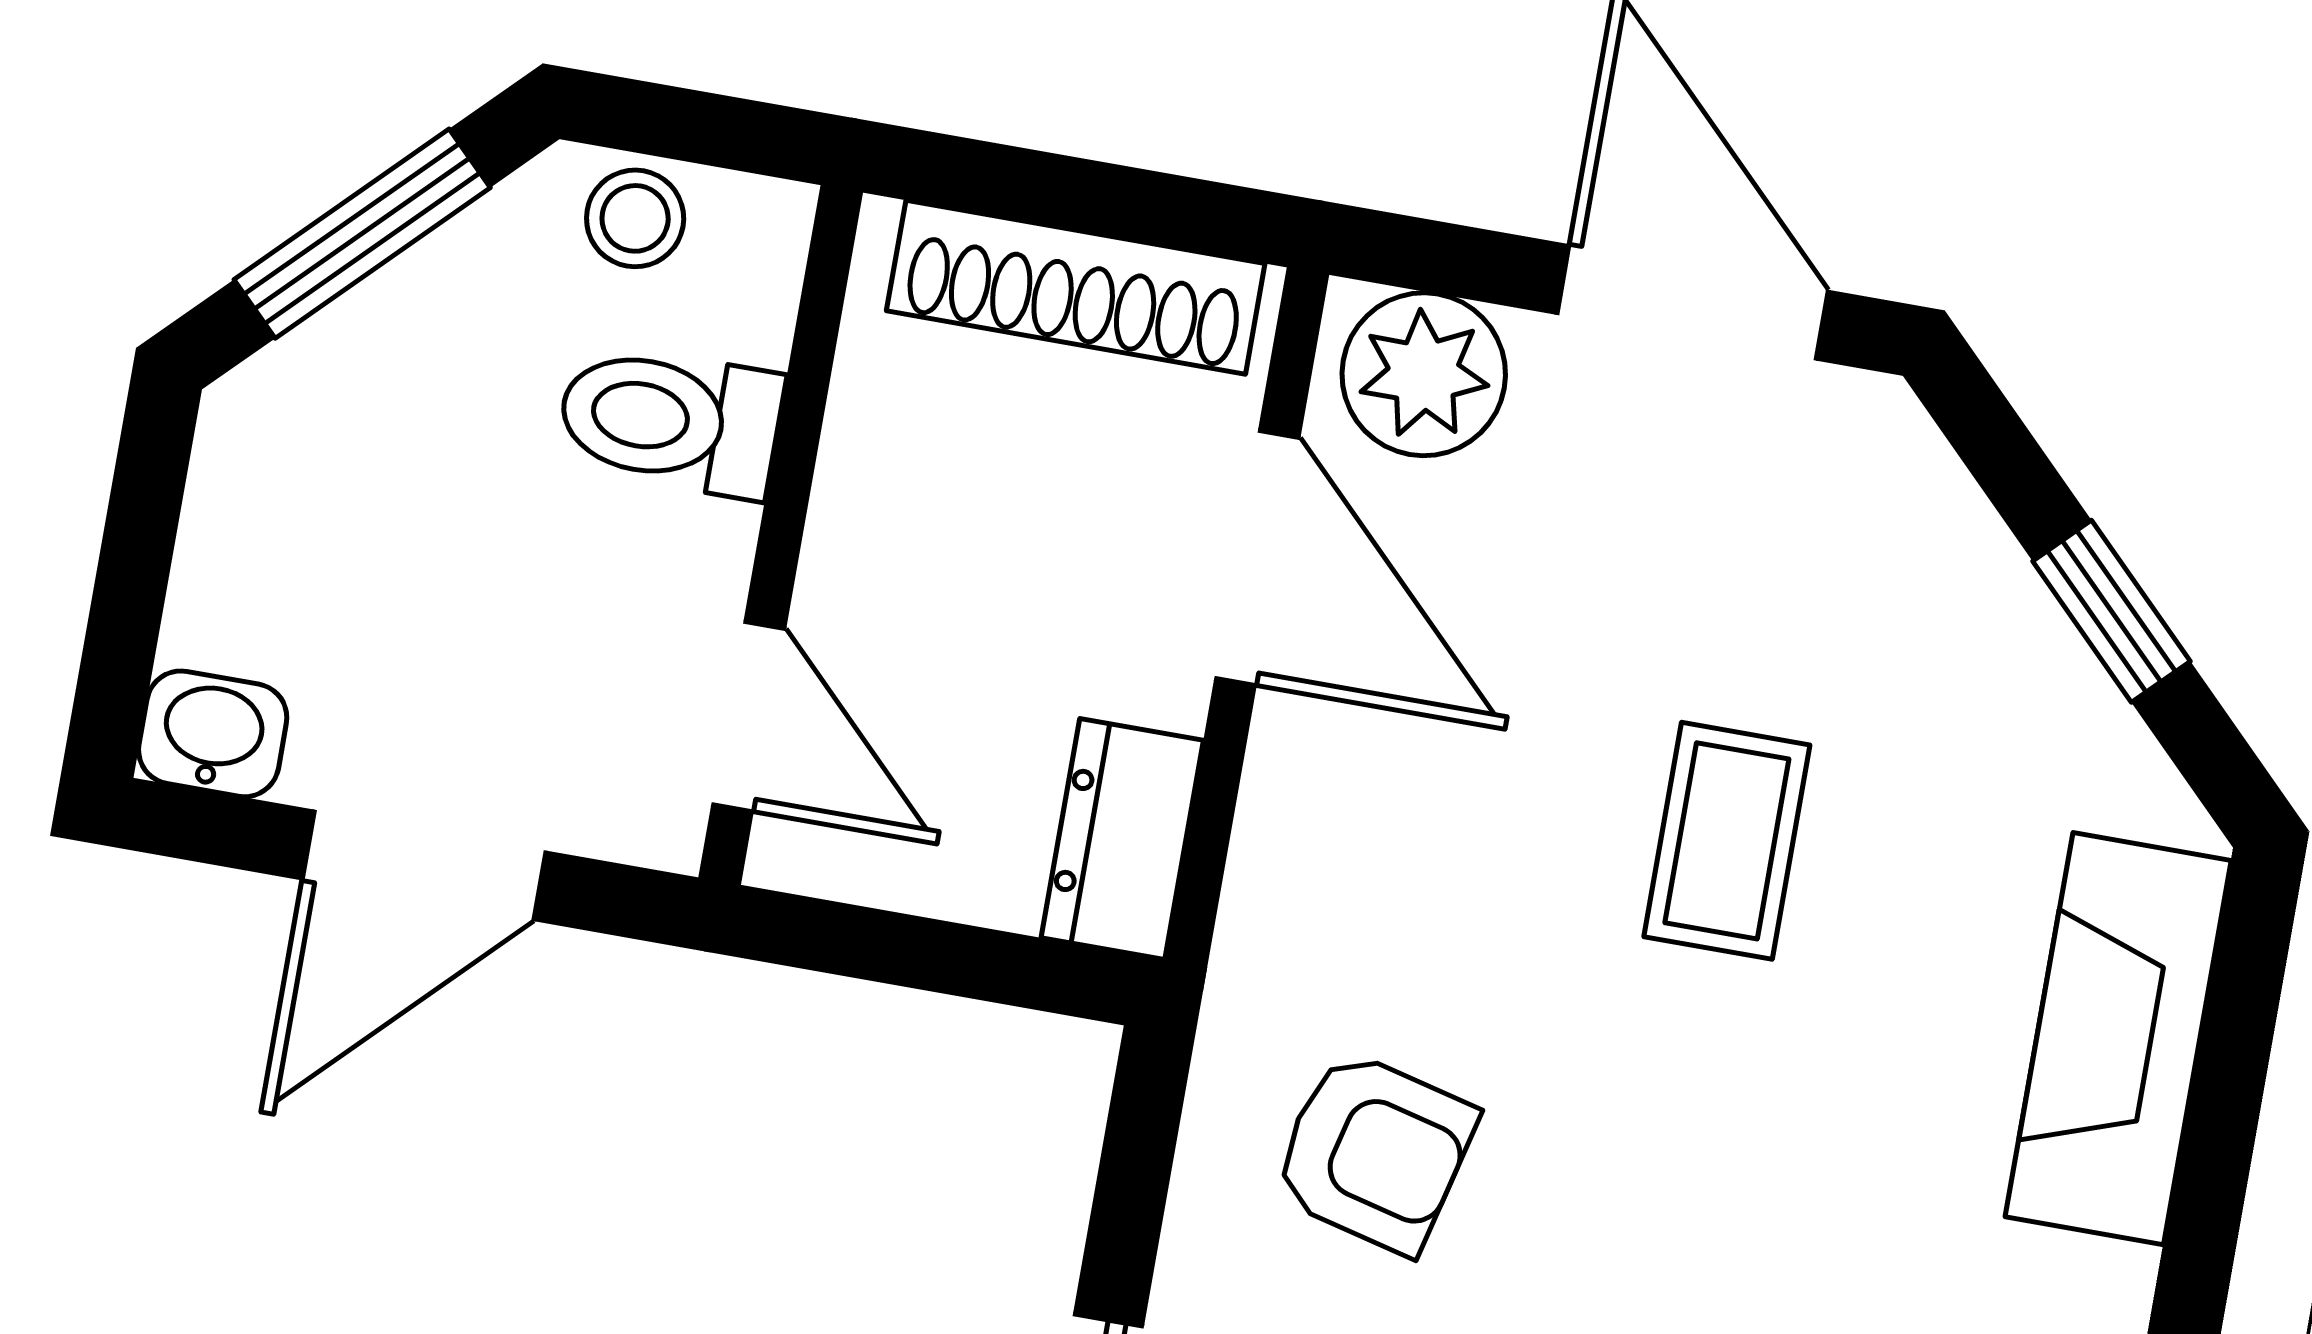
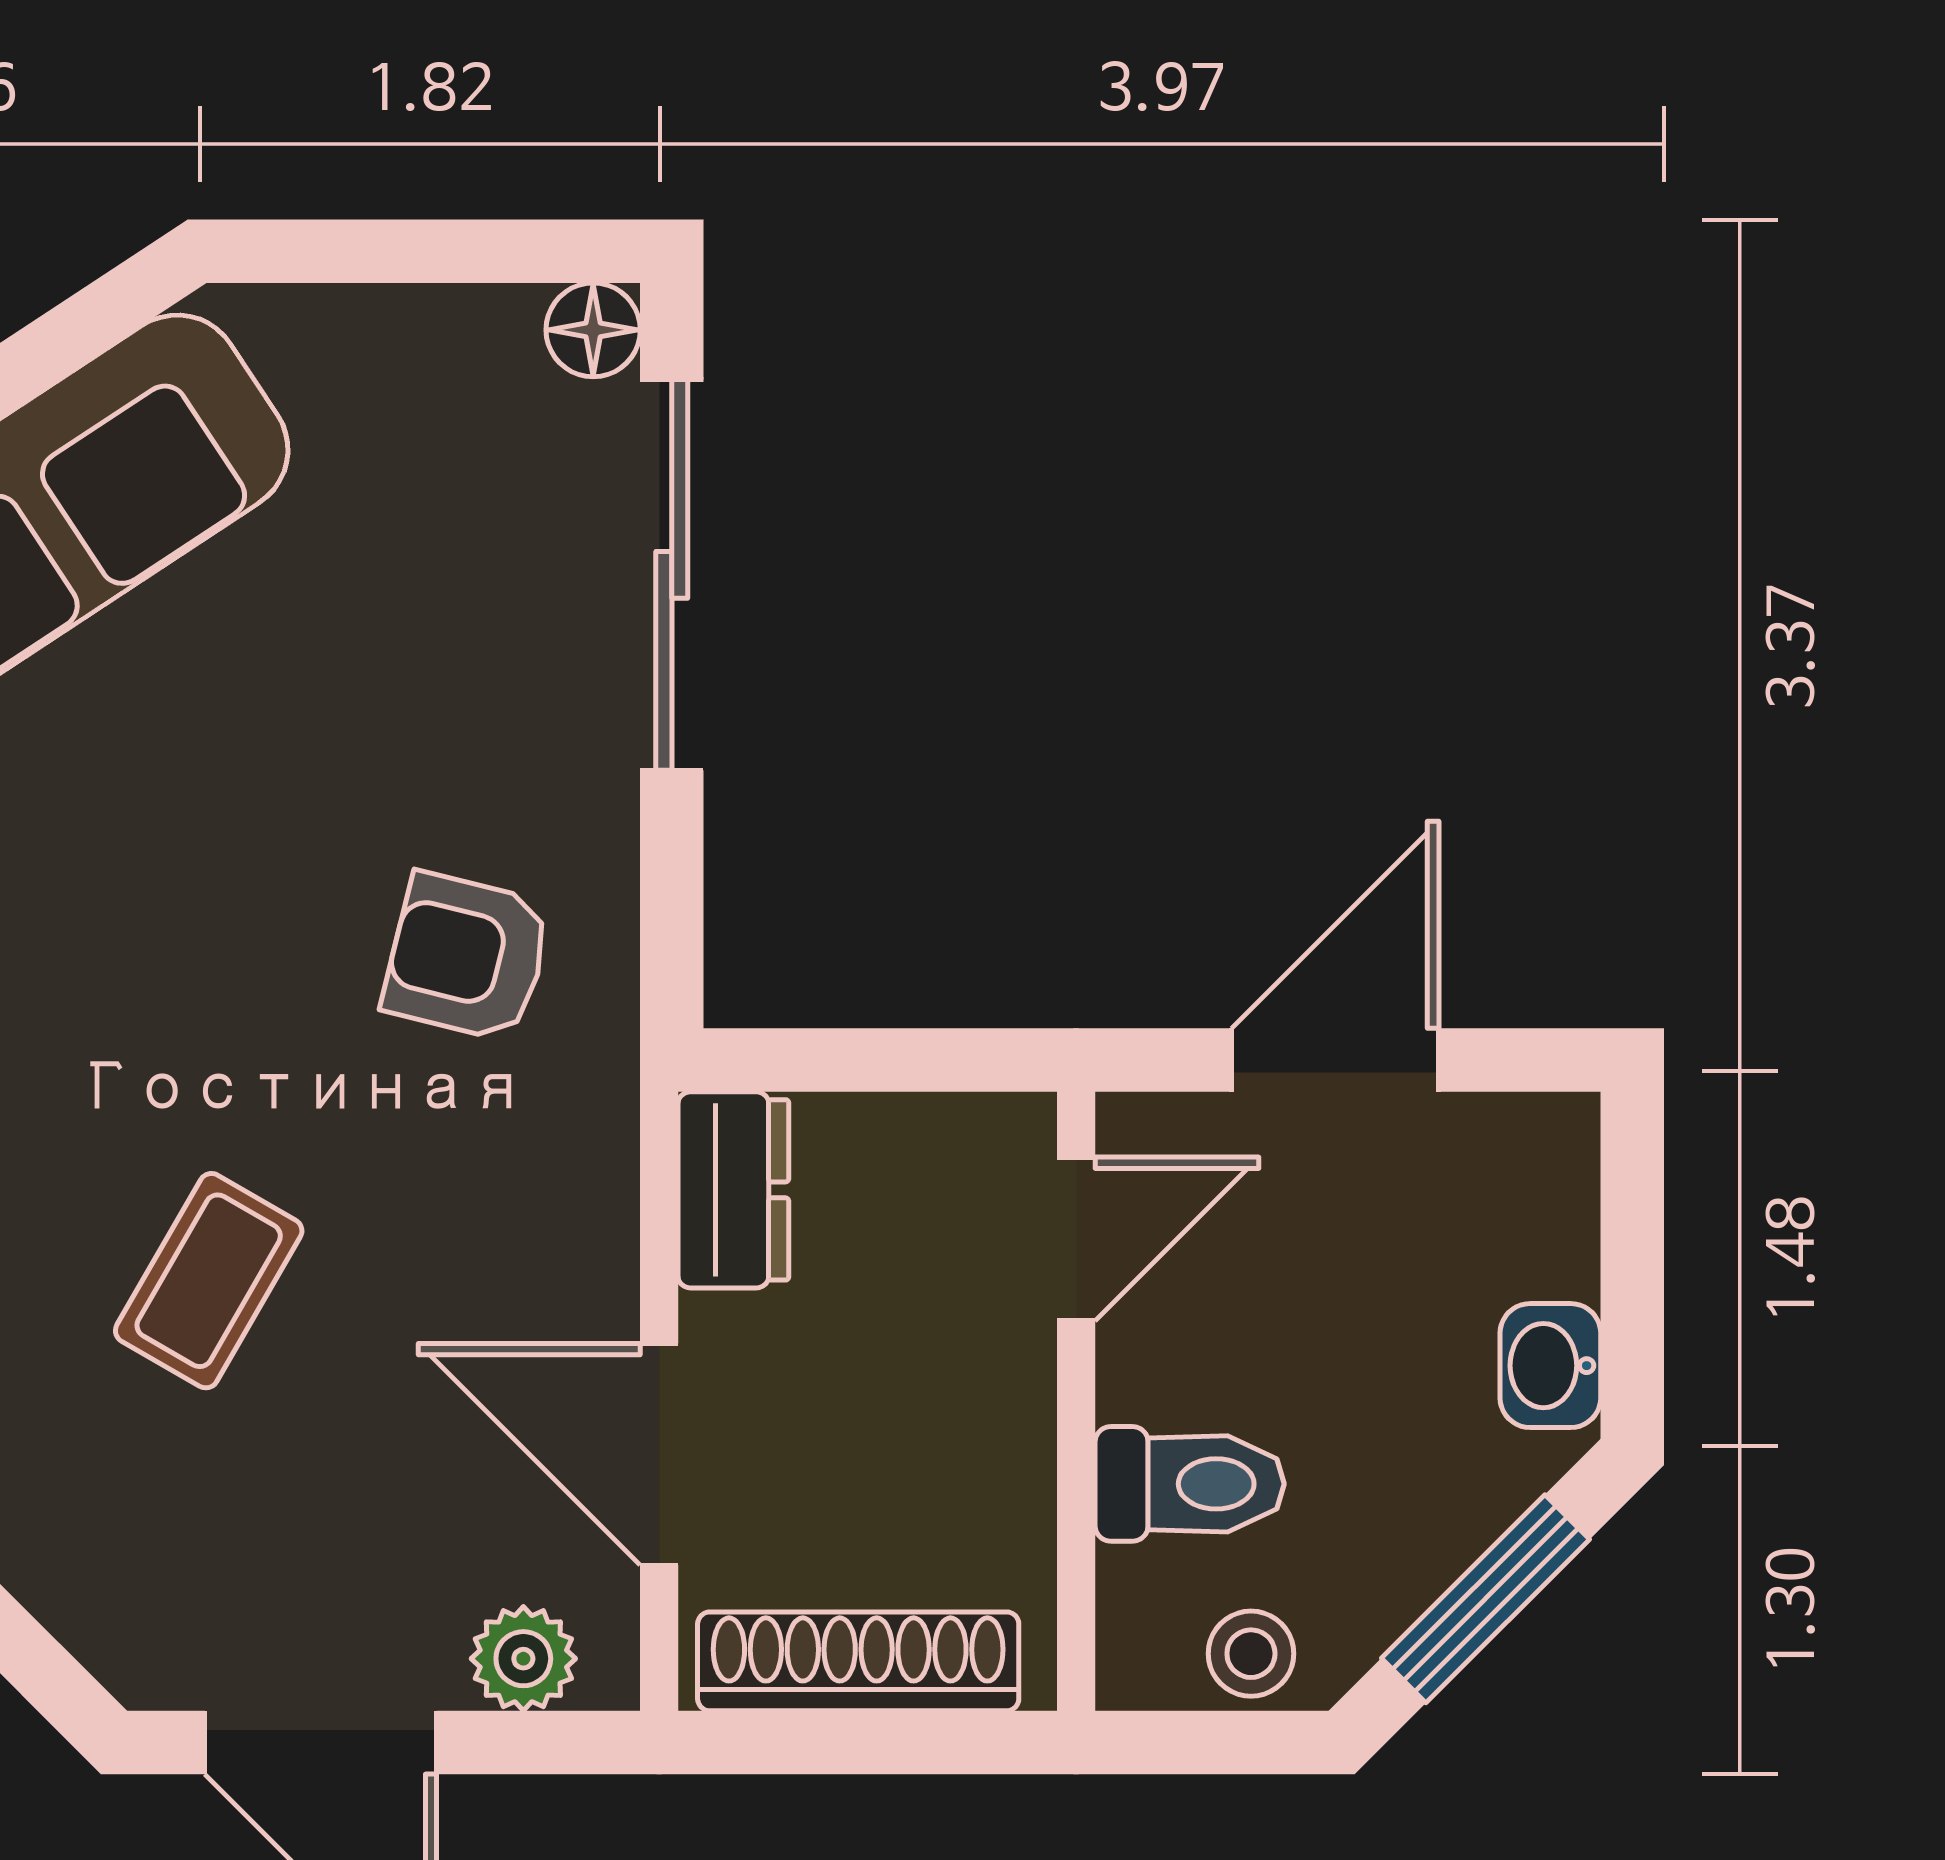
plant: (1424, 374) -> (523, 1659), width x0.73, depth x0.73
door: (749, 716) -> (1076, 1239), swing flipped
washbasin: (213, 734) -> (1550, 1366), moved, turned 90
coffee table: (1727, 841) -> (209, 1281), turned 30

